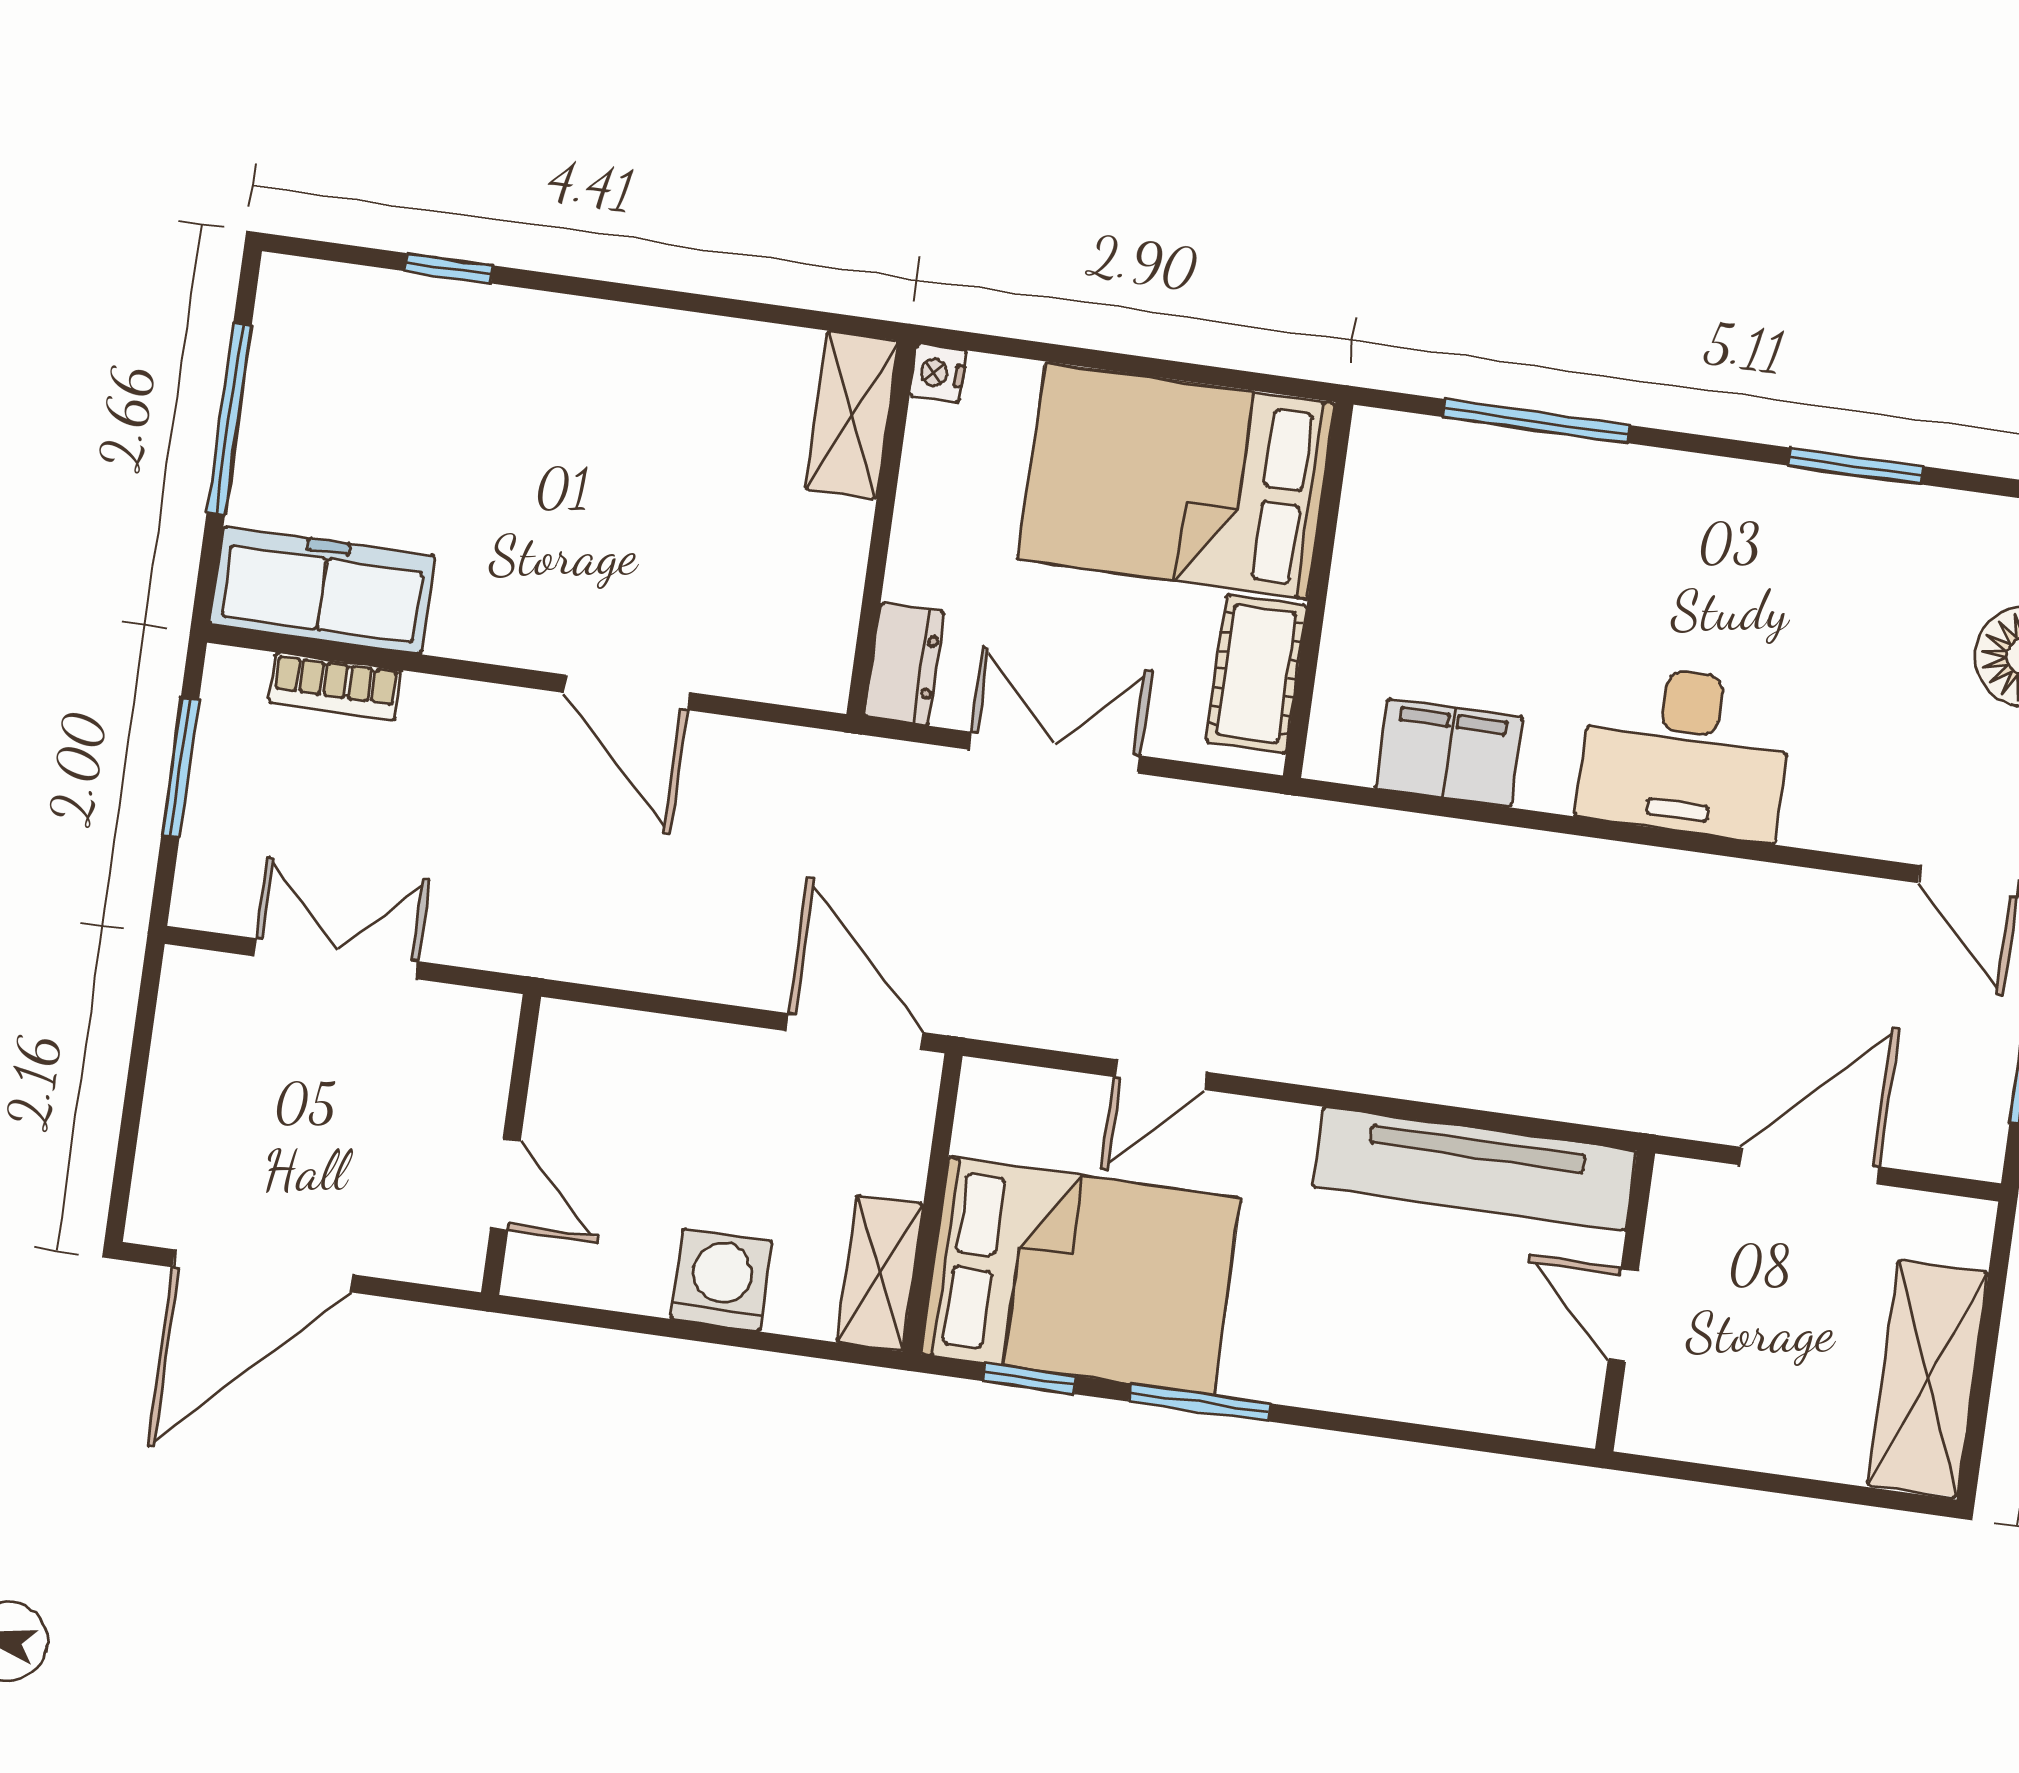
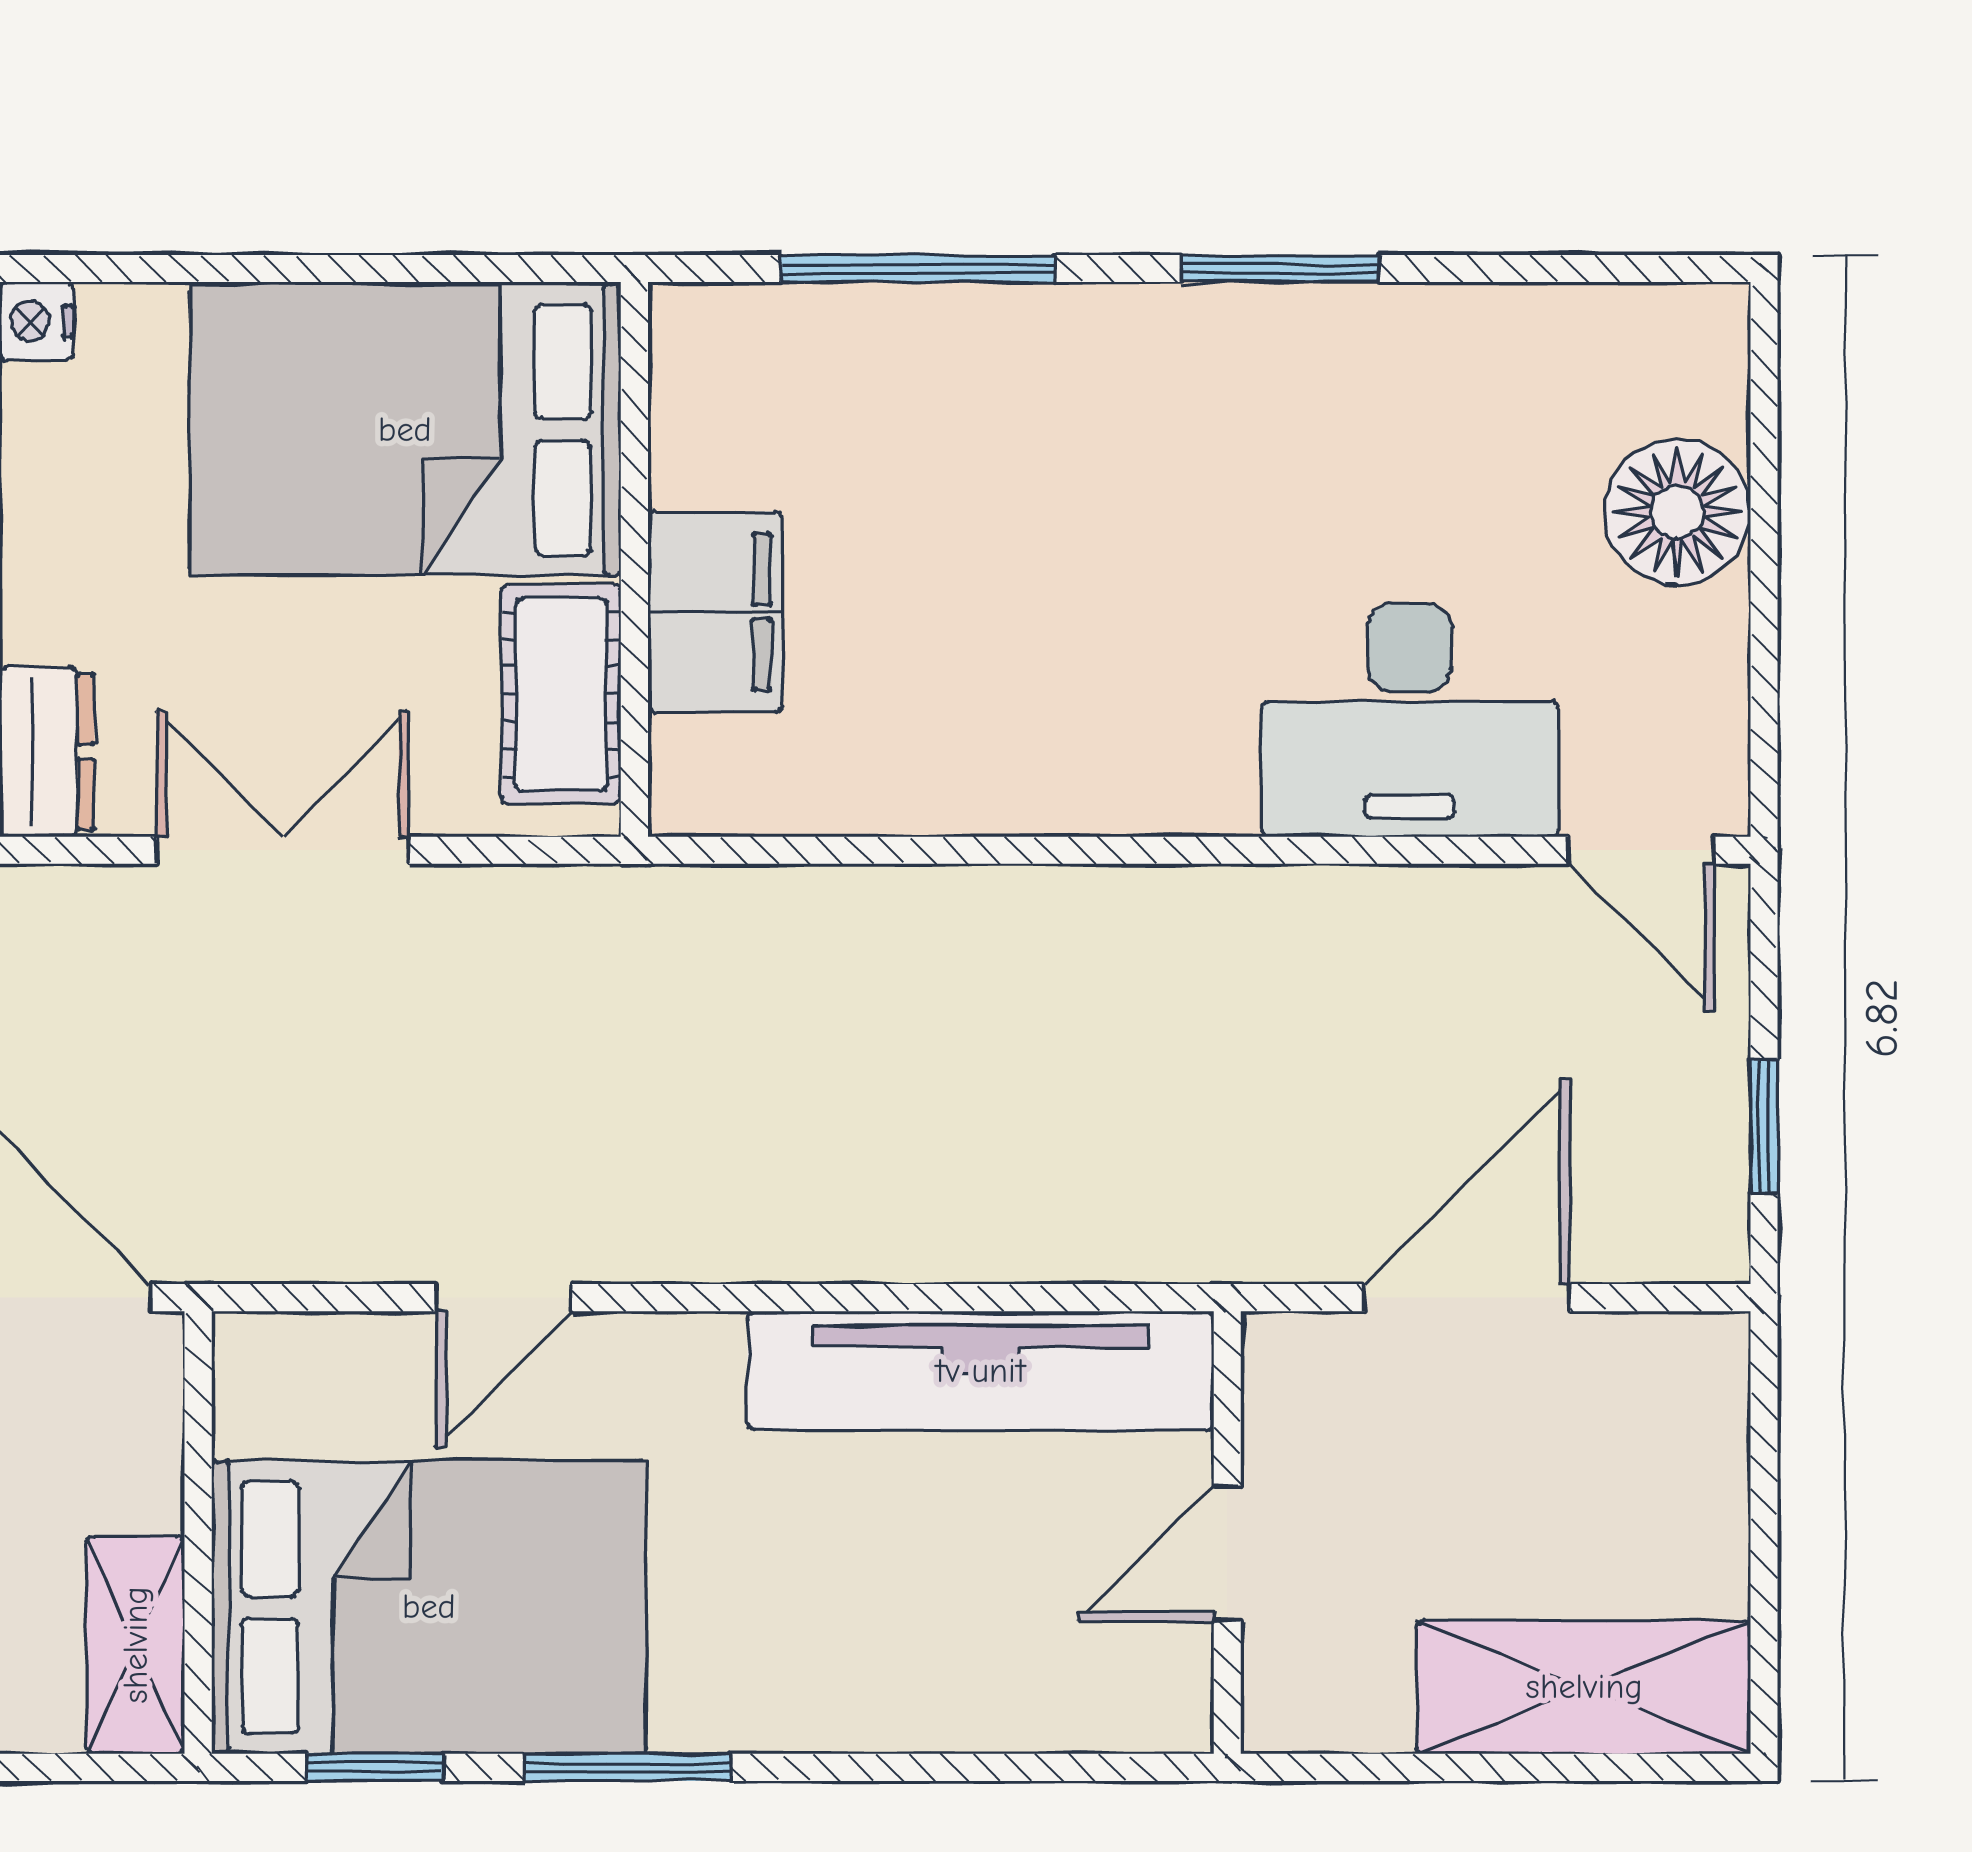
window: (1856, 466) -> (1280, 269), moved
desk: (1686, 752) -> (1409, 720), moved
filing cabinet: (1449, 753) -> (715, 612), moved, turned 90
door: (1623, 1315) -> (1227, 1553), hinge flipped
shelving: (1928, 1379) -> (1584, 1687), moved, turned 90

